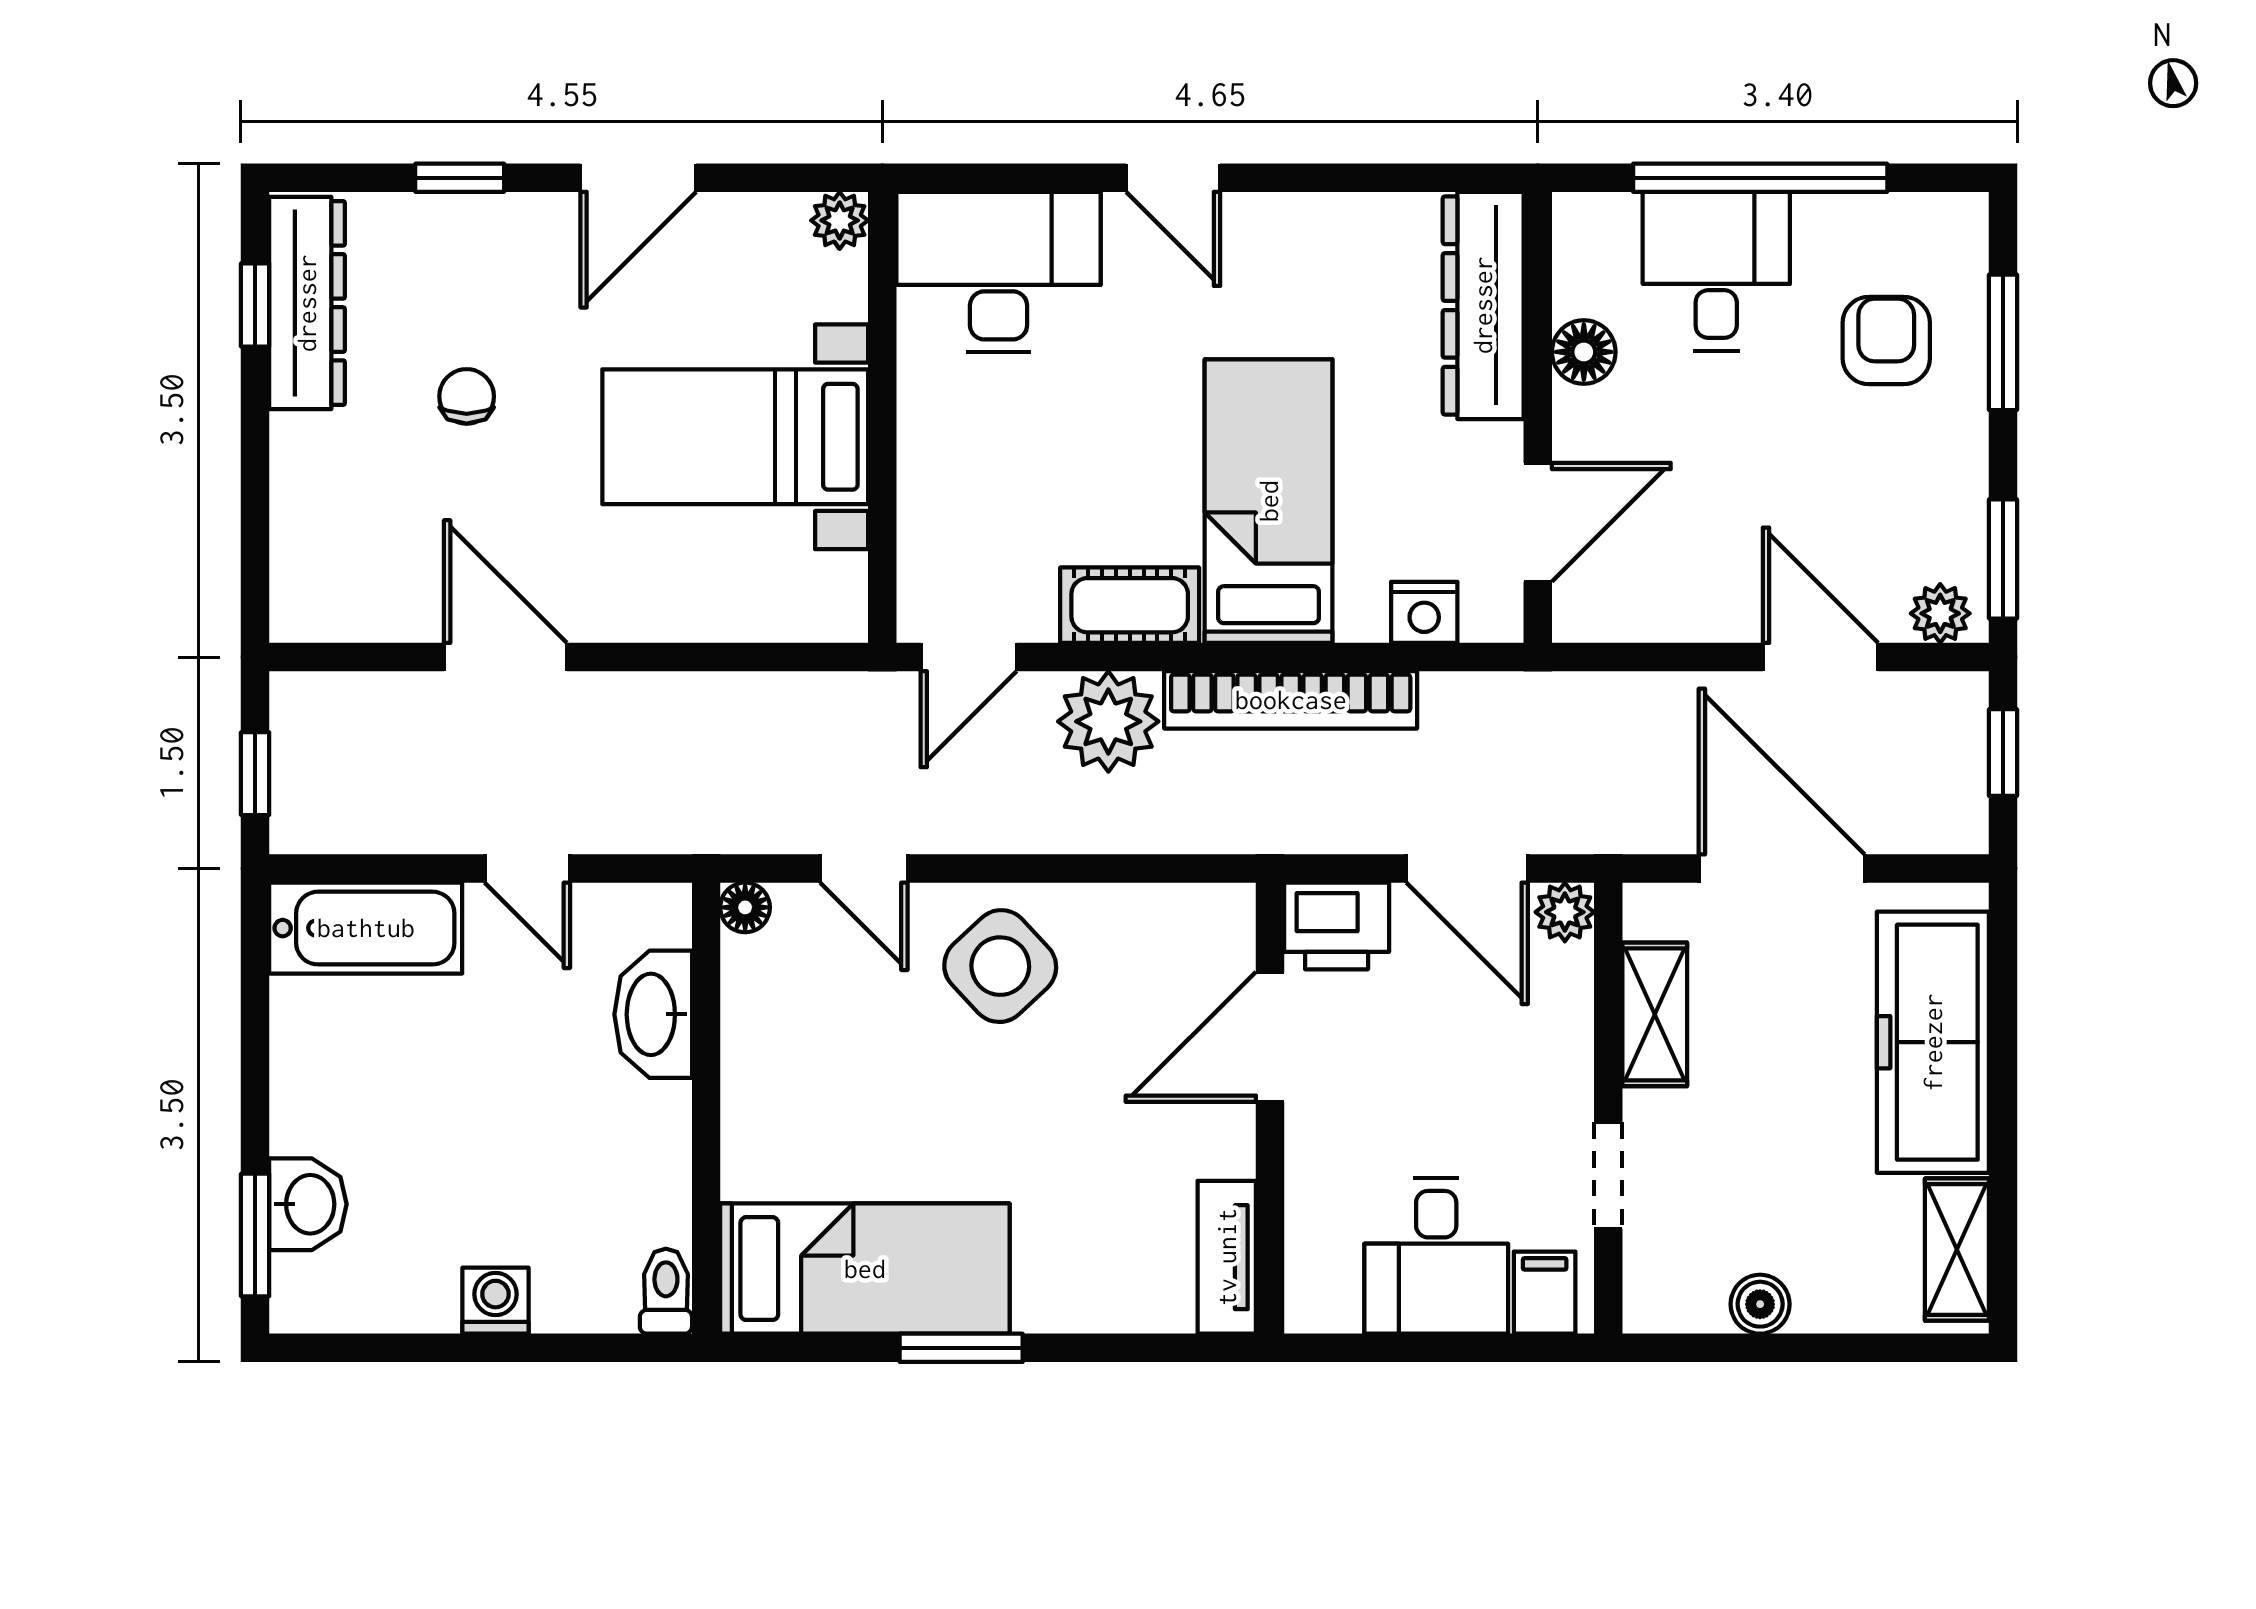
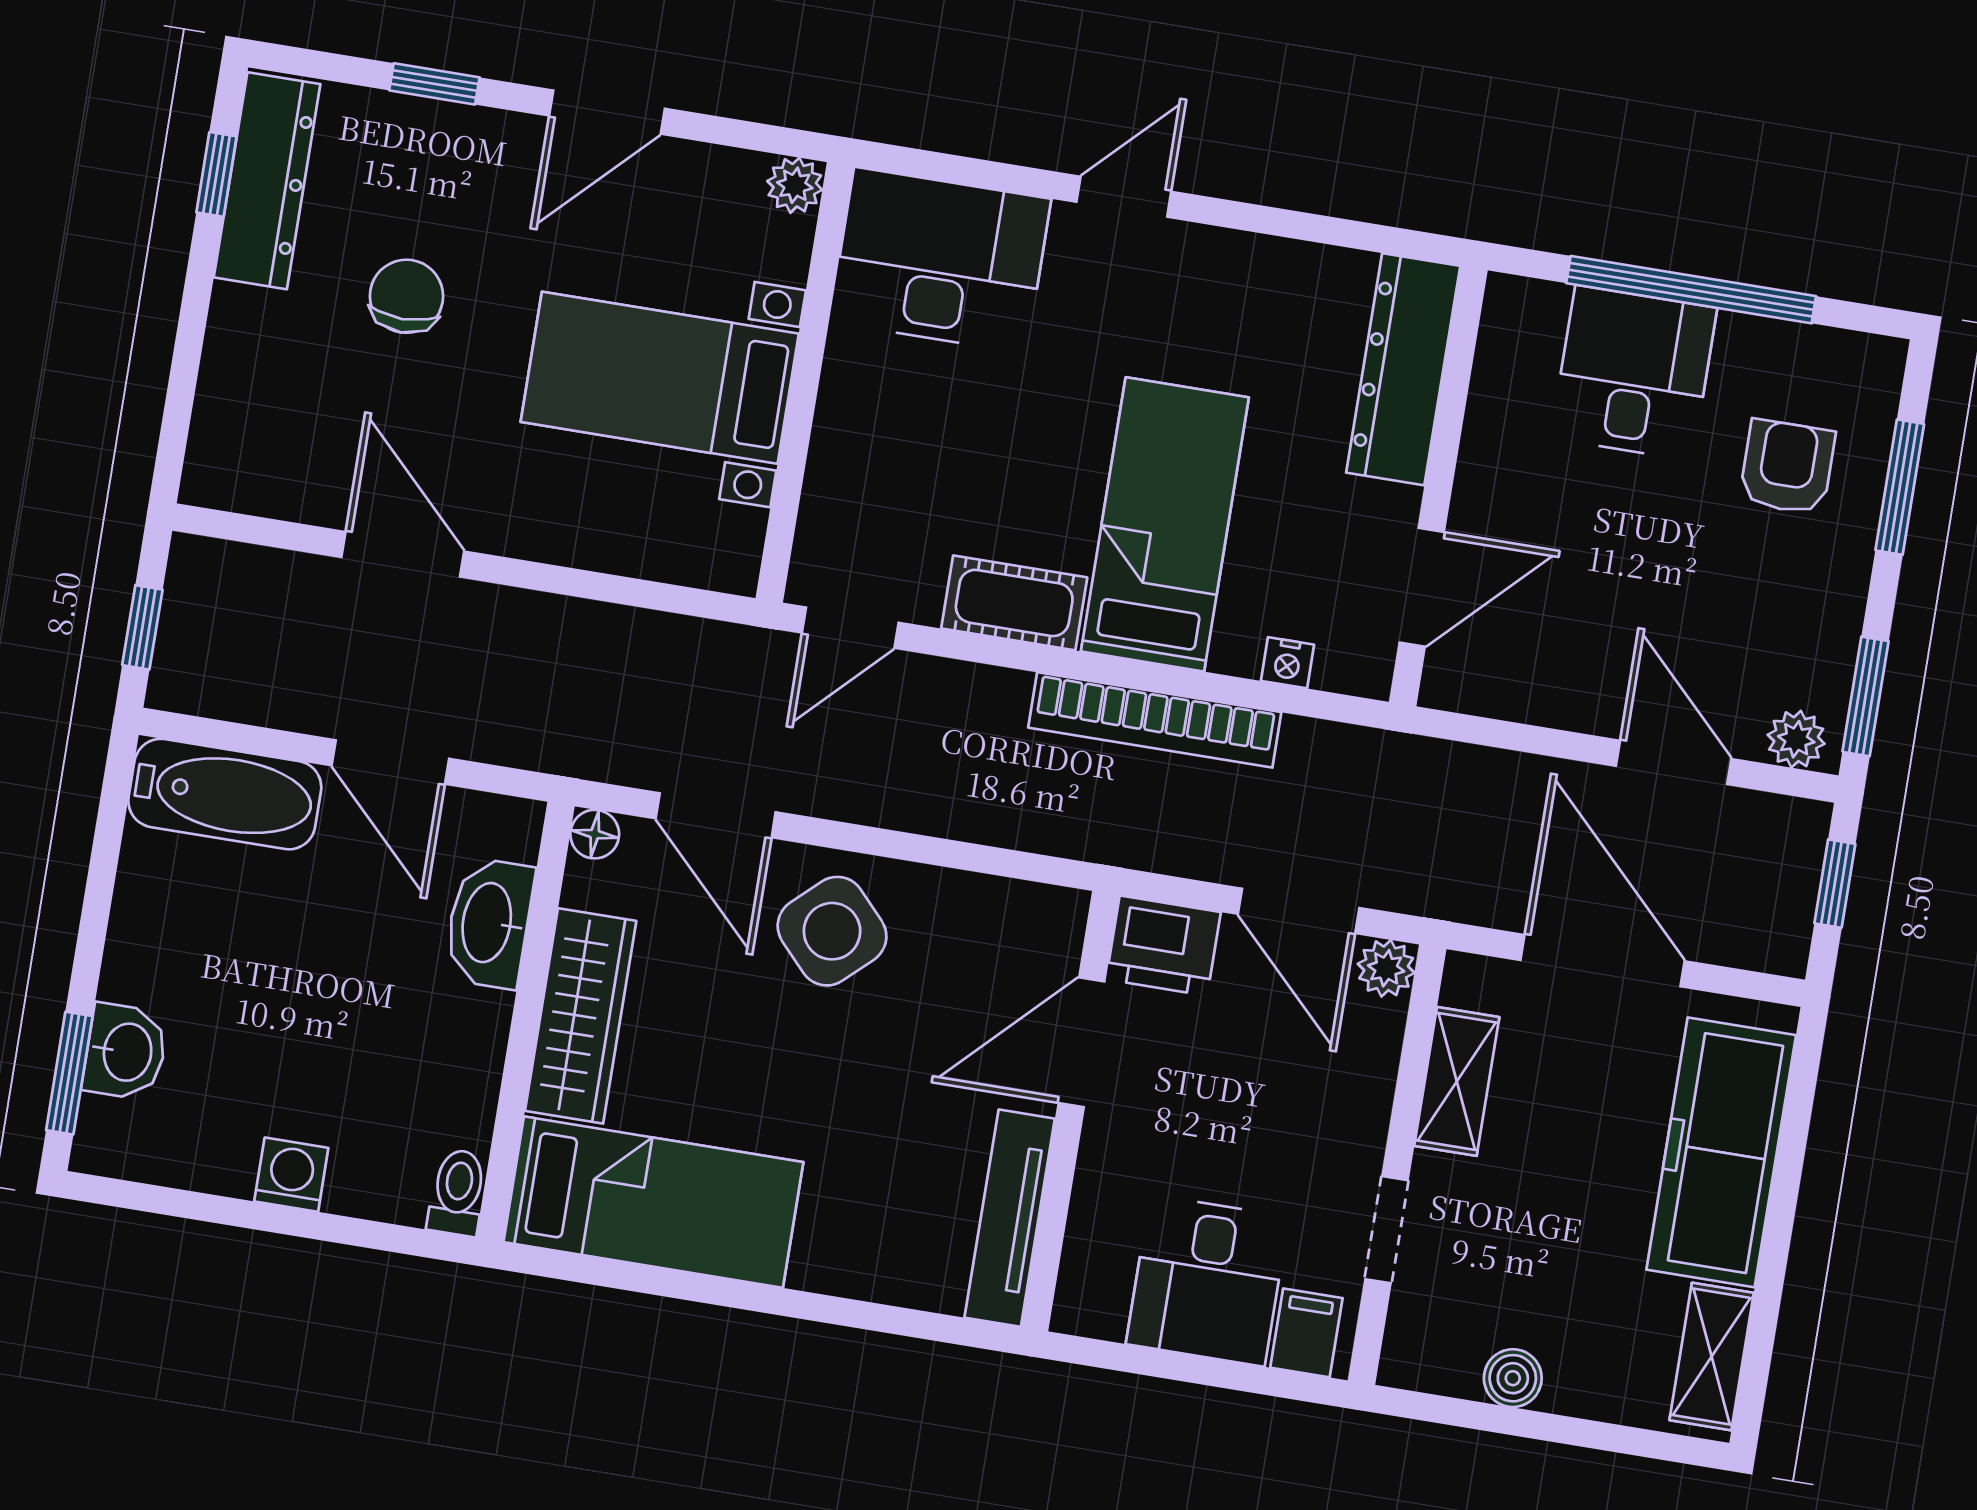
door: (1173, 178) -> (1124, 197), swing flipped
floor lamp: (1584, 352) -> (1493, 430), removed
chair: (467, 396) -> (406, 296), width x1.37, depth x1.37
nightstand: (1424, 612) -> (1287, 663), width x0.72, depth x0.74
plant: (1108, 721) -> (975, 712), removed
door: (527, 868) -> (390, 762), width x1.38
door: (864, 868) -> (716, 815), width x1.38
wardrobe: (761, 1093) -> (581, 1016), added
tv unit: (1227, 1257) -> (1010, 1218), width x1.41
window: (961, 1348) -> (734, 1294), removed

